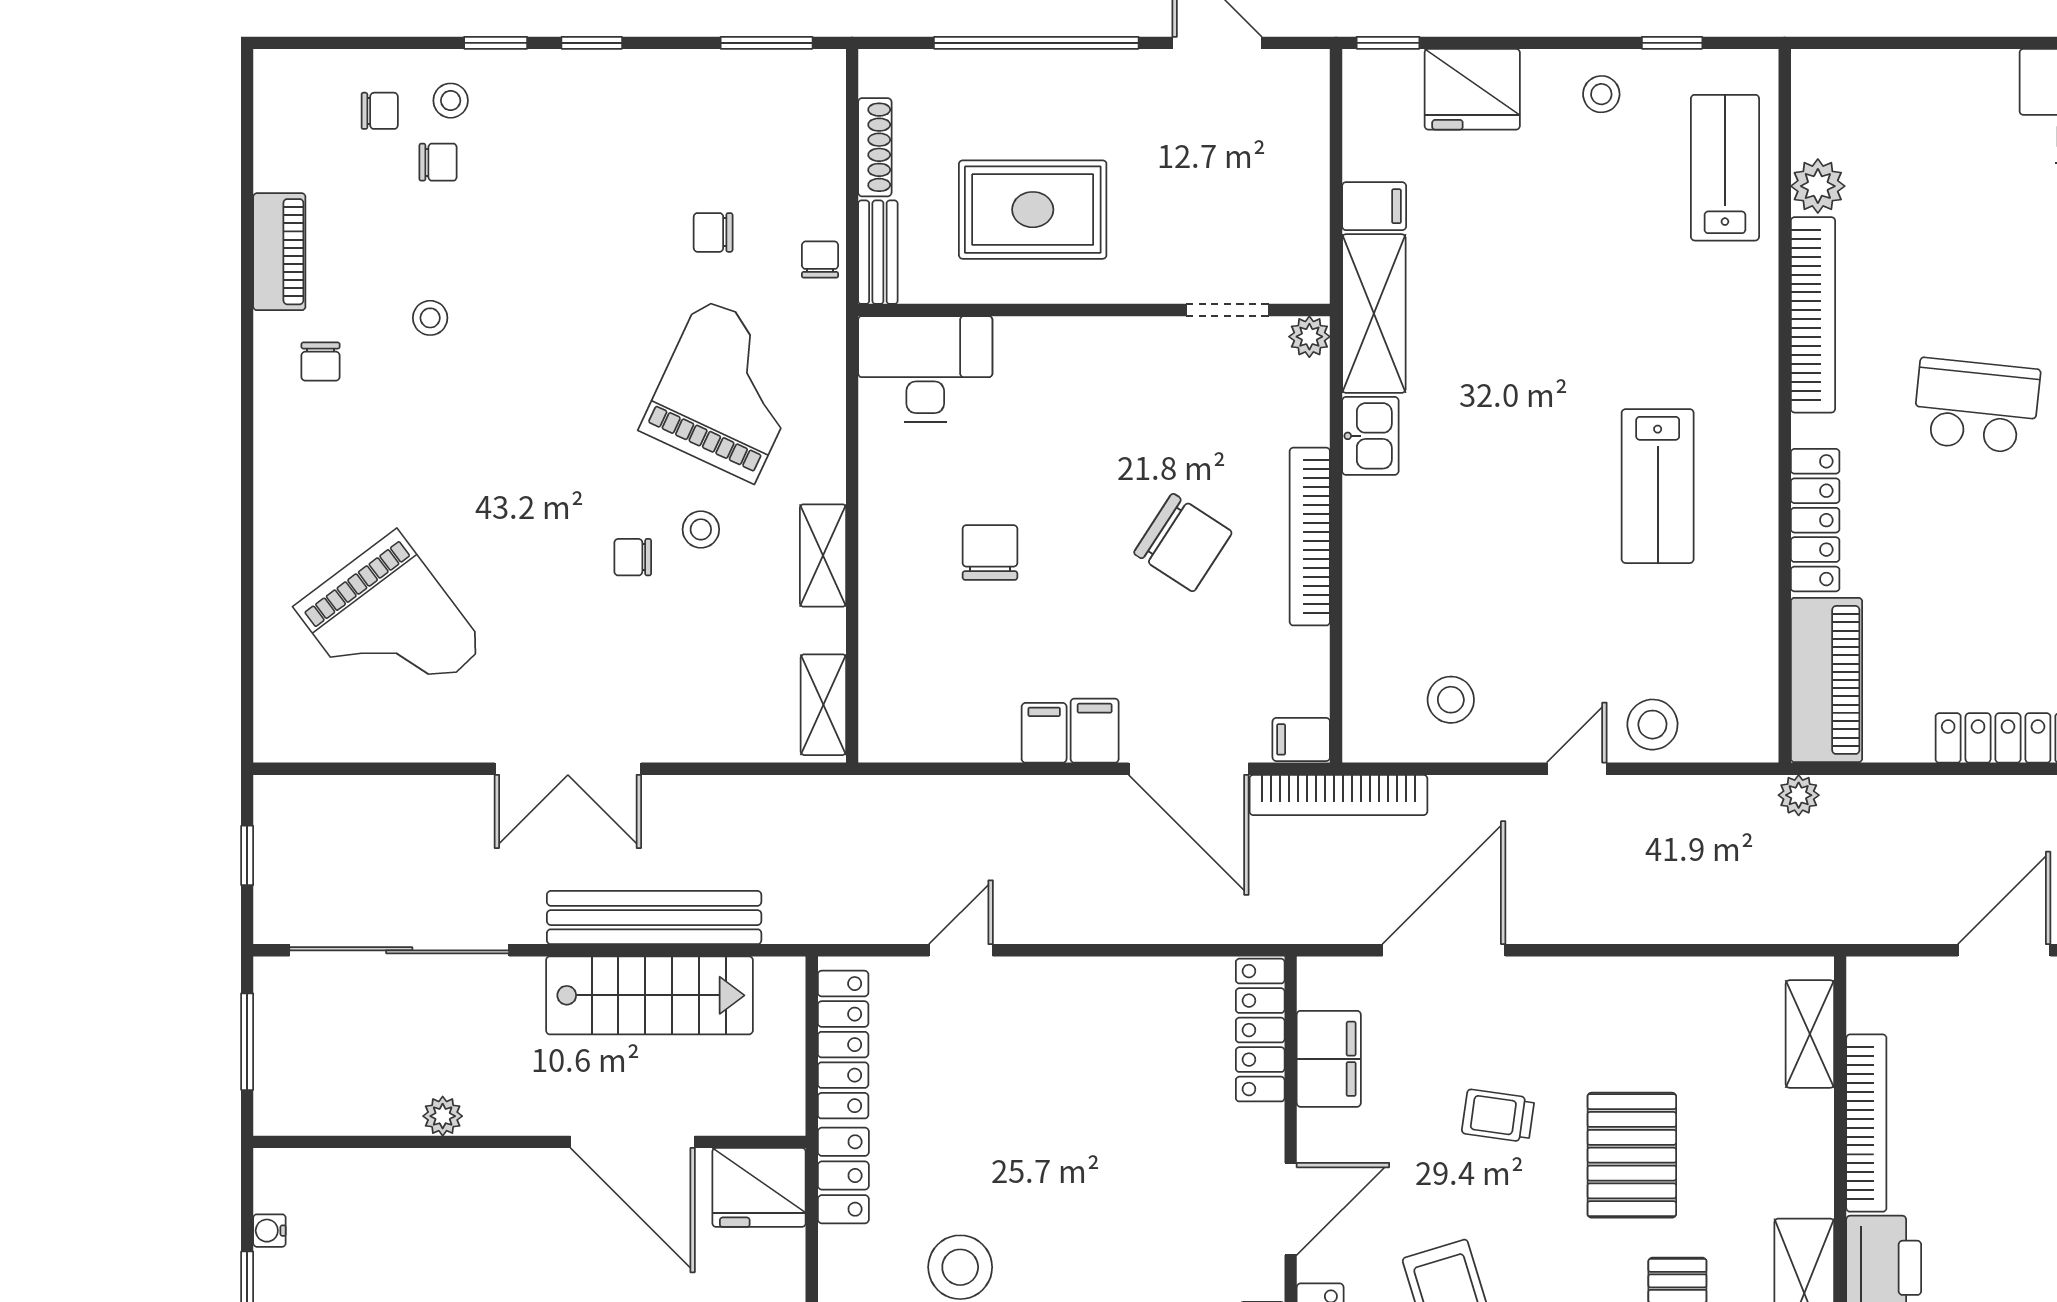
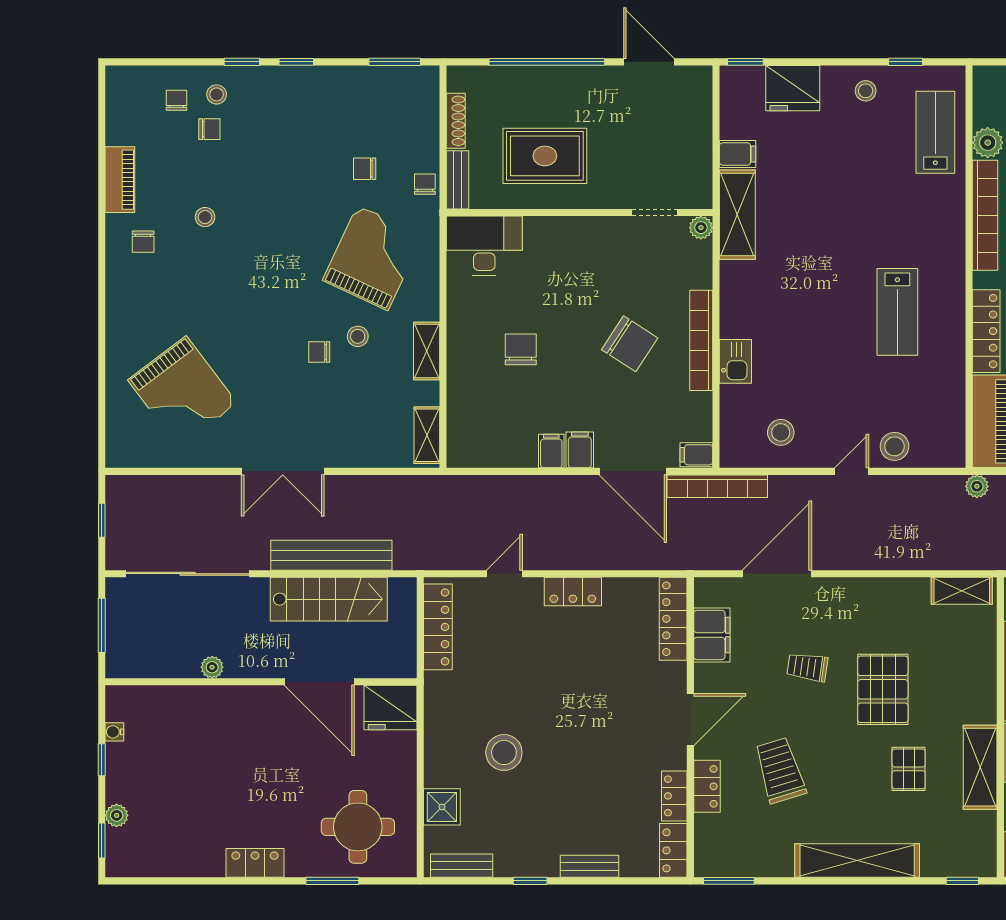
chair: (380, 111) -> (177, 100), turned -90
kitchen sink: (1370, 436) -> (735, 361), moved
shelving: (1810, 1034) -> (962, 591), moved, turned 90
locker: (843, 1175) -> (573, 592), moved, turned 90

